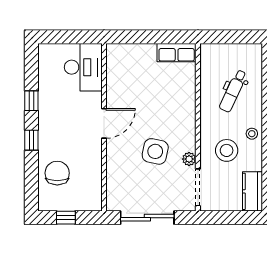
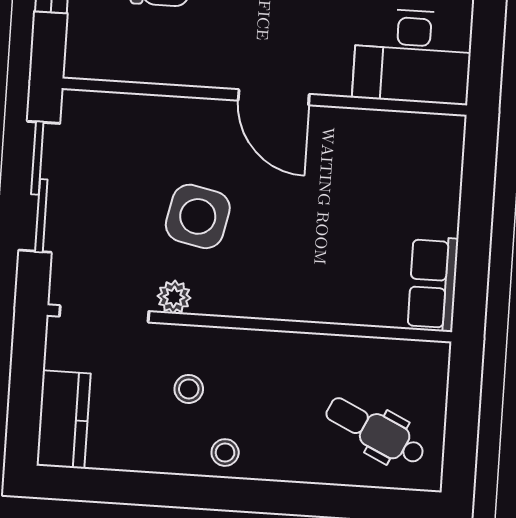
dental chair: (233, 91) -> (375, 431), moved
stool: (227, 150) -> (189, 389), width x0.53, depth x0.53
kitchen counter: (253, 191) -> (64, 419), moved, turned 90

